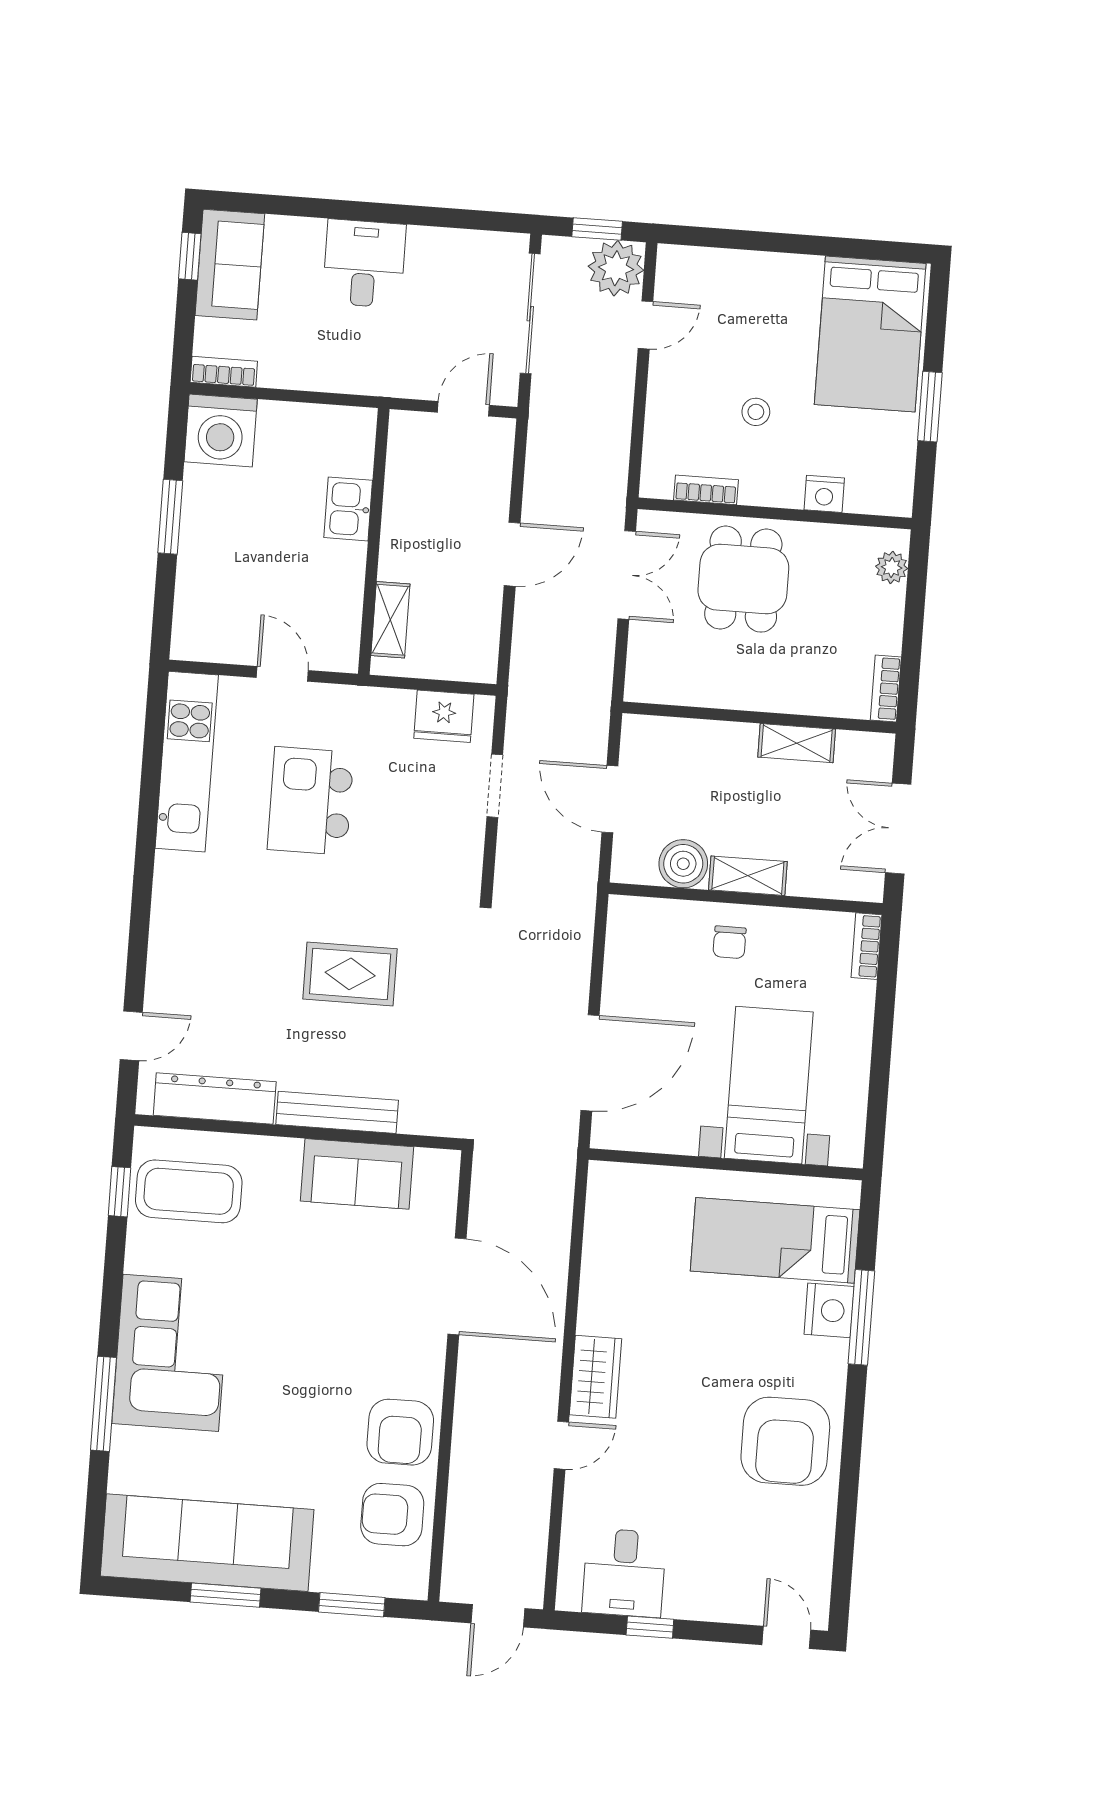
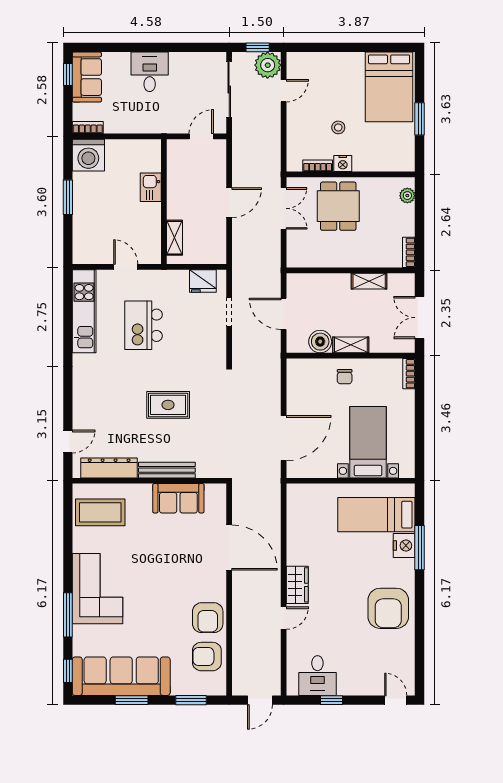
nightstand: (824, 494) -> (343, 163), moved
window: (120, 1192) -> (68, 671), moved

